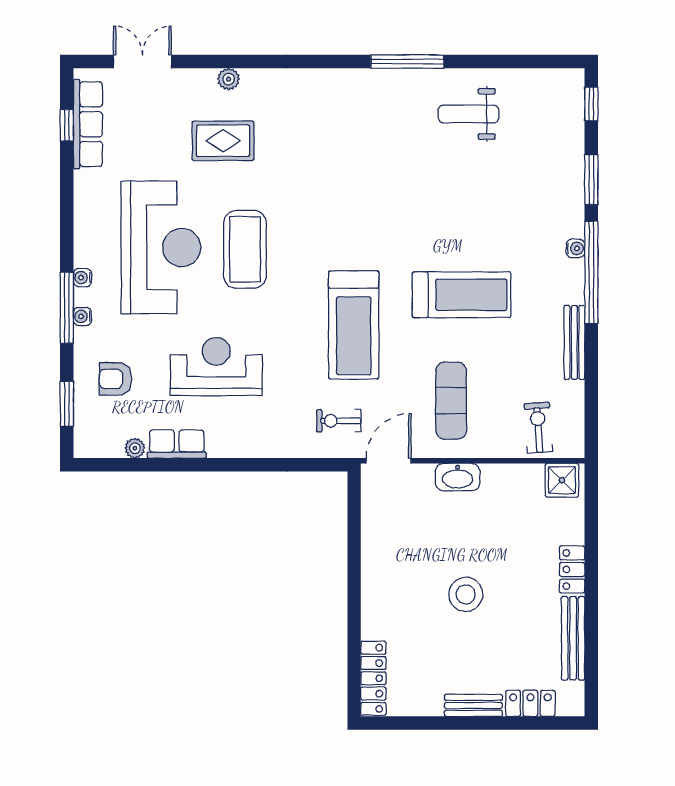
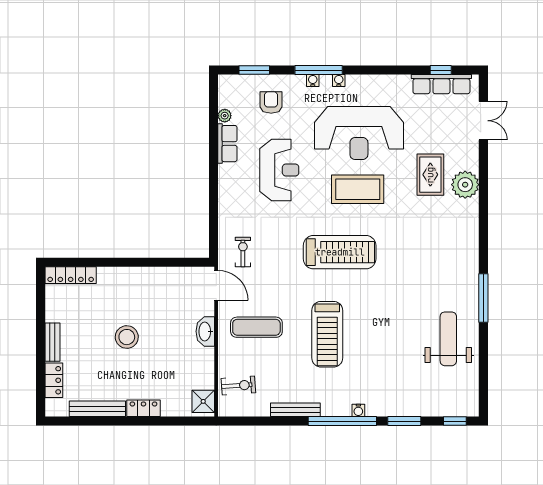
plant: (229, 79) -> (465, 185), width x1.88, depth x1.88
weight bench: (468, 114) -> (448, 339), width x1.36, depth x1.33
treadmill: (354, 325) -> (340, 252), moved, turned 180

